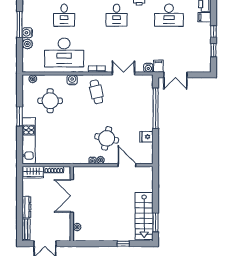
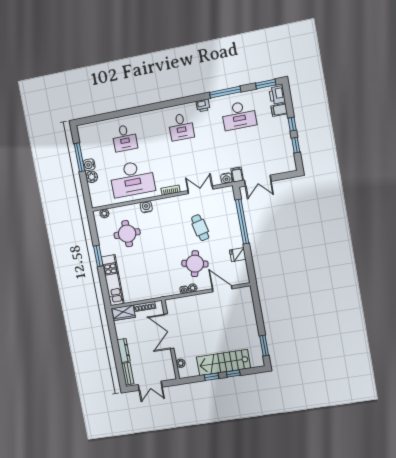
cafe table: (96, 92) -> (200, 228), moved
stairs: (144, 216) -> (223, 363), moved, turned 90
window: (103, 244) -> (212, 377), added

